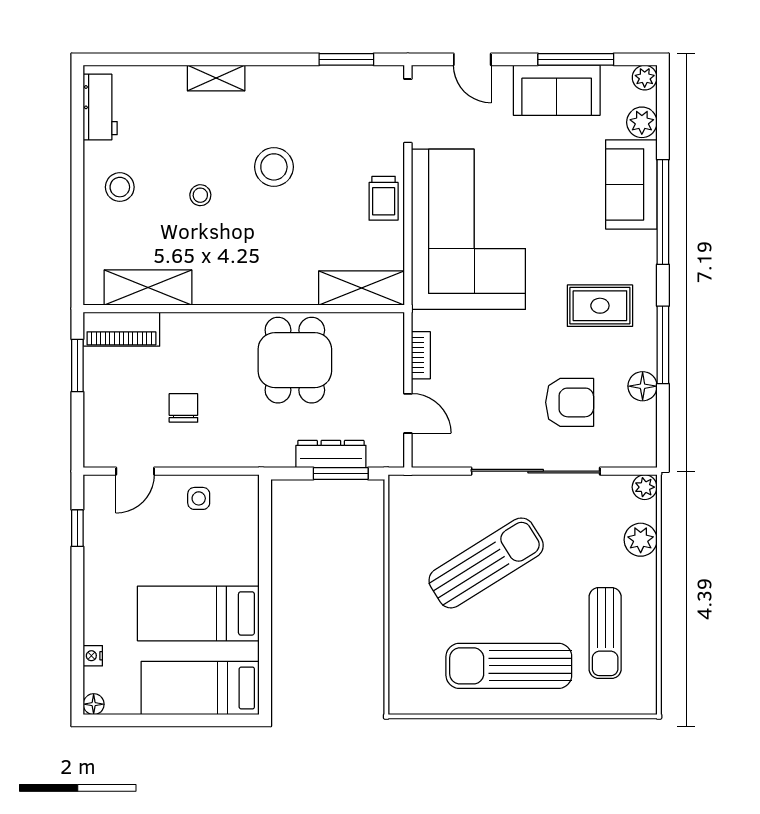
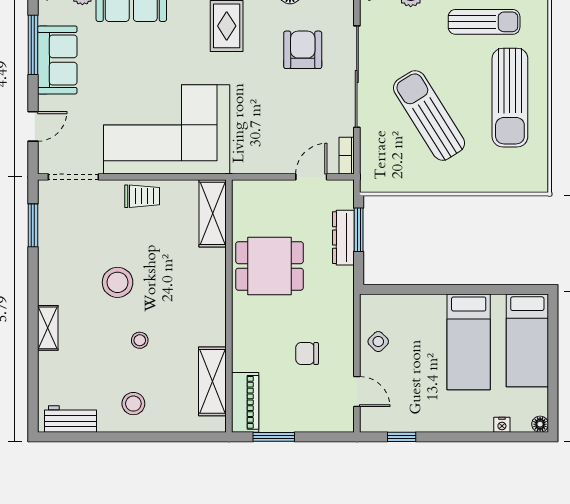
bookcase: (421, 355) -> (347, 156), moved, turned -90
side table: (199, 498) -> (378, 342), turned 45

